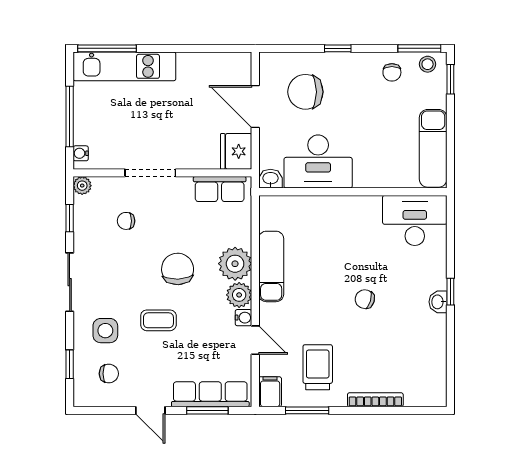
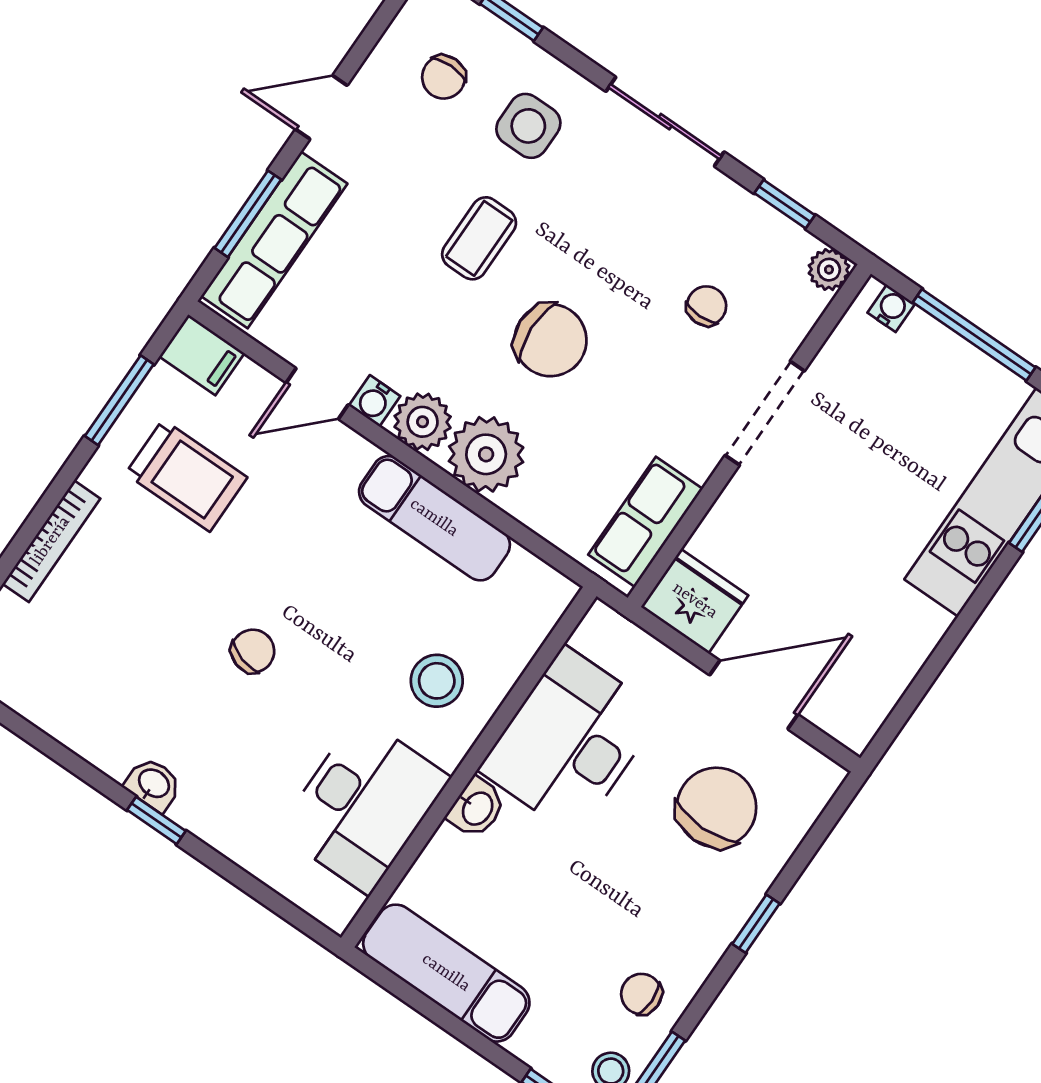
washbasin: (270, 179) -> (477, 808), moved
desk: (415, 220) -> (364, 805), moved
stool: (330, 225) -> (437, 681), added

